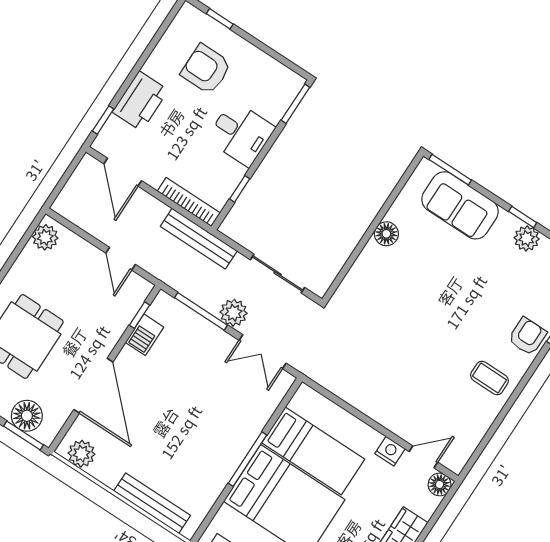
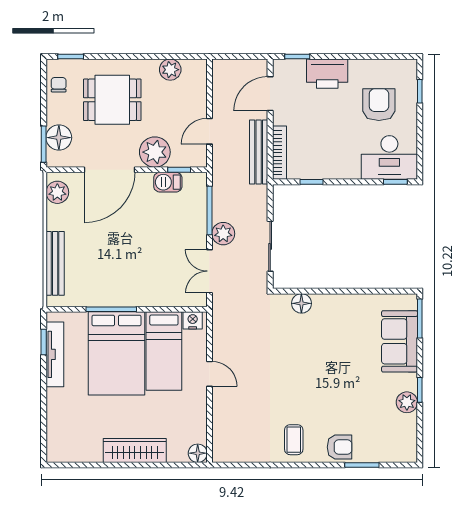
window: (295, 104) -> (395, 182), width x0.67
desk: (241, 133) -> (389, 158), moved, width x1.37
floor lamp: (386, 234) -> (301, 303), moved
plant: (45, 237) -> (170, 70), moved
bench: (199, 239) -> (259, 152), moved
plant: (105, 328) -> (155, 152), added
nightstand: (390, 451) -> (193, 320), moved, turned -90
door: (423, 457) -> (209, 374), moved
window: (248, 459) -> (111, 309), moved

